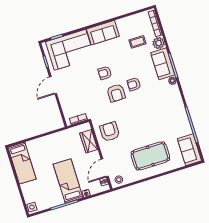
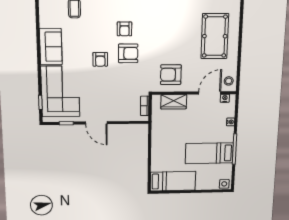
door: (105, 168) -> (210, 93), swing flipped
bed: (68, 181) -> (209, 153), moved

